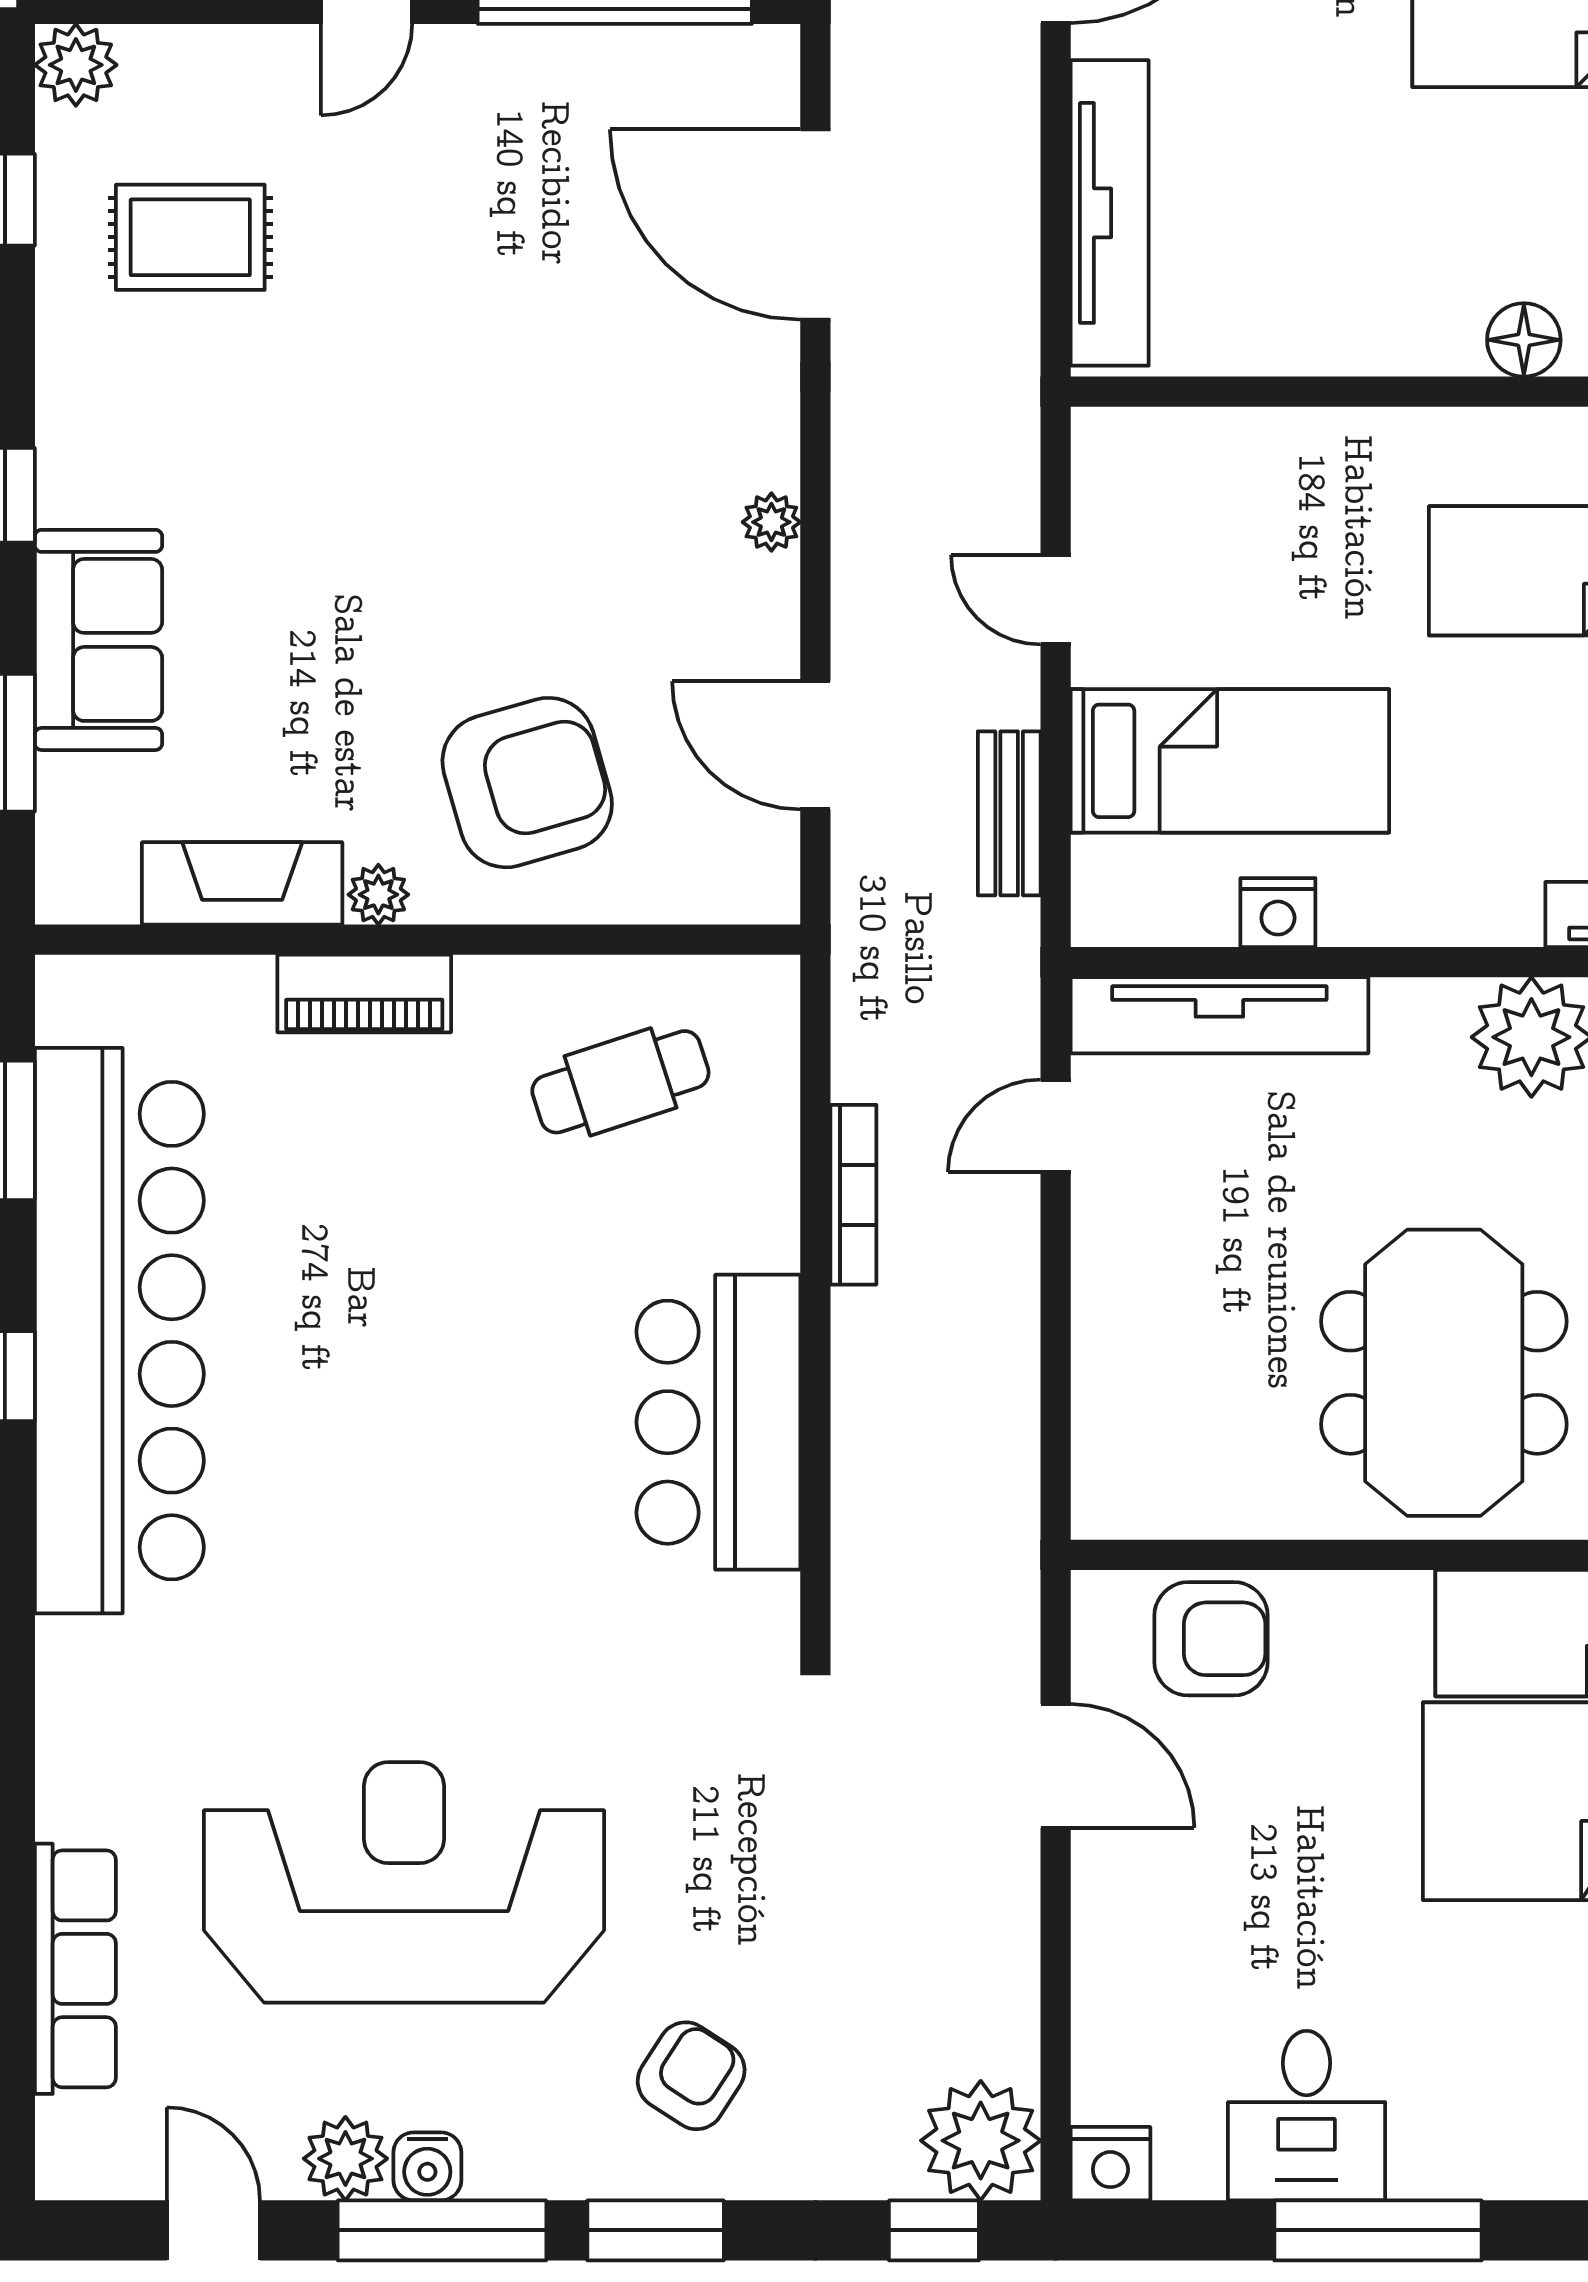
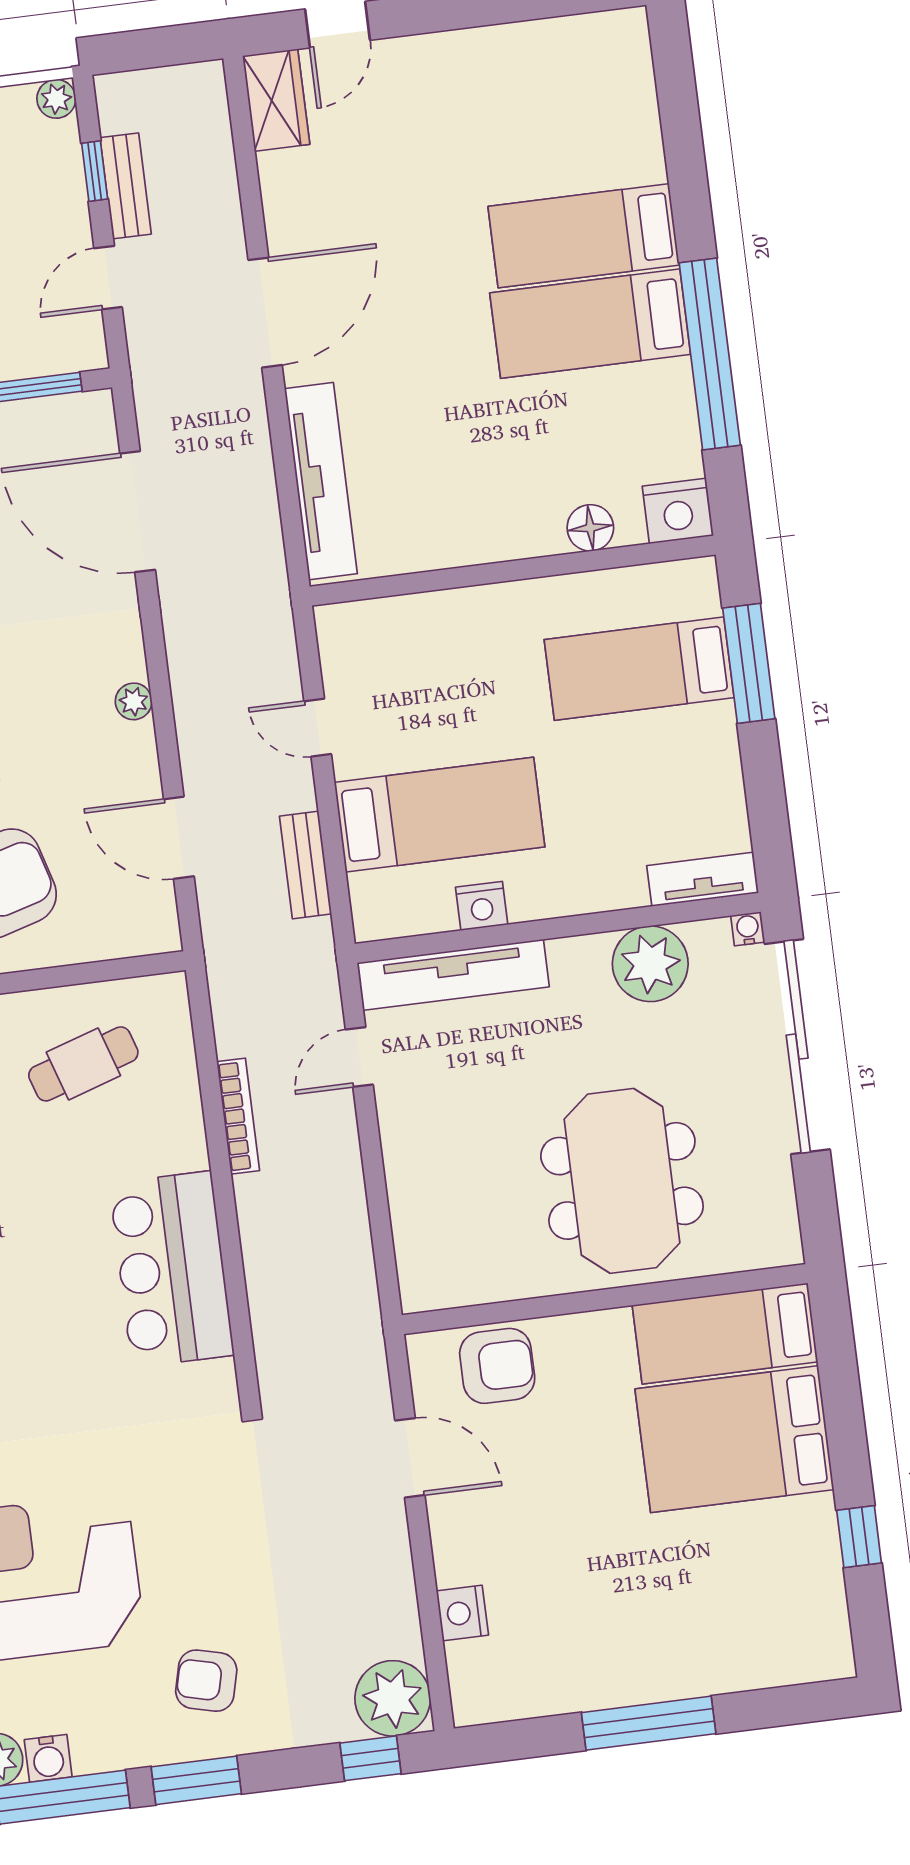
armchair: (691, 2076) -> (206, 1681), turned -109
desk: (1307, 2116) -> (595, 1657), removed
nightstand: (1110, 2164) -> (462, 1613), moved, turned 90

